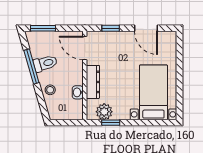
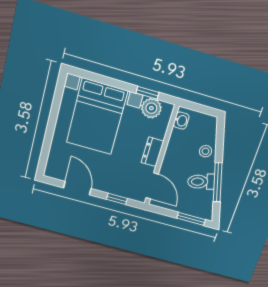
dresser: (93, 82) -> (152, 152), width x0.70
washbasin: (78, 92) -> (181, 121), moved
bed with nightstands: (153, 92) -> (97, 117), width x1.36

